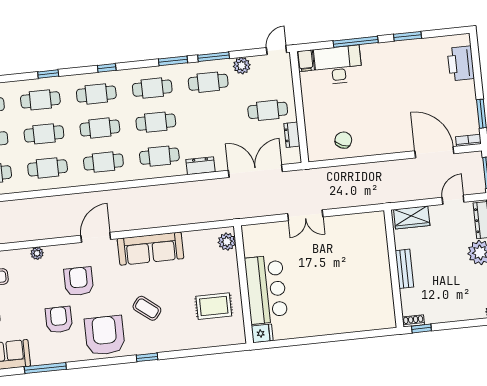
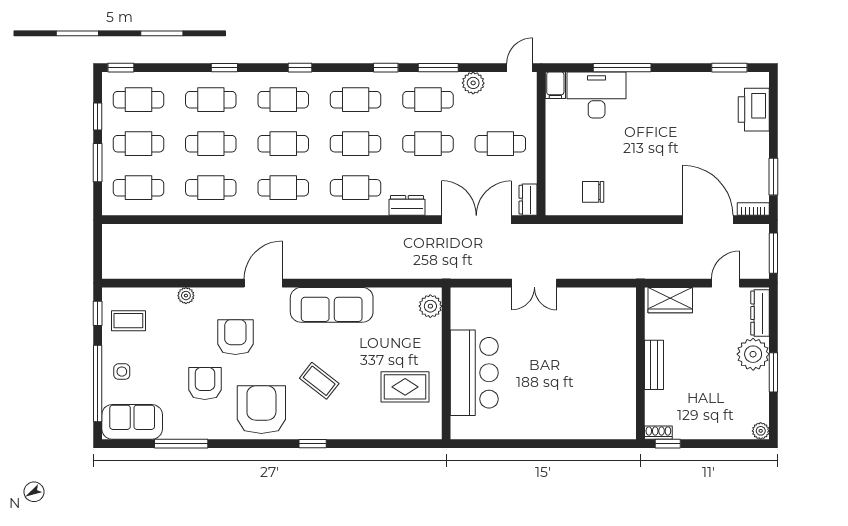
window: (407, 36) -> (729, 68), moved
window: (173, 61) -> (386, 68), width x0.67
cafe table: (212, 116) -> (428, 144), added
dresser: (292, 135) -> (528, 200), moved
chair: (343, 140) -> (593, 192), turned -113
fridge: (262, 333) -> (463, 428), removed

